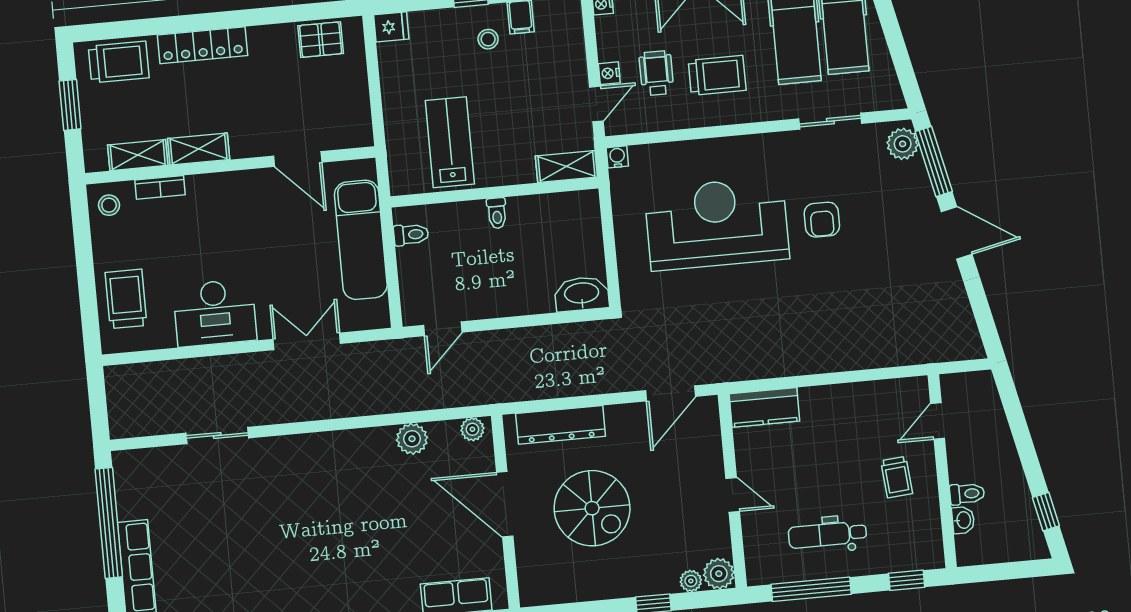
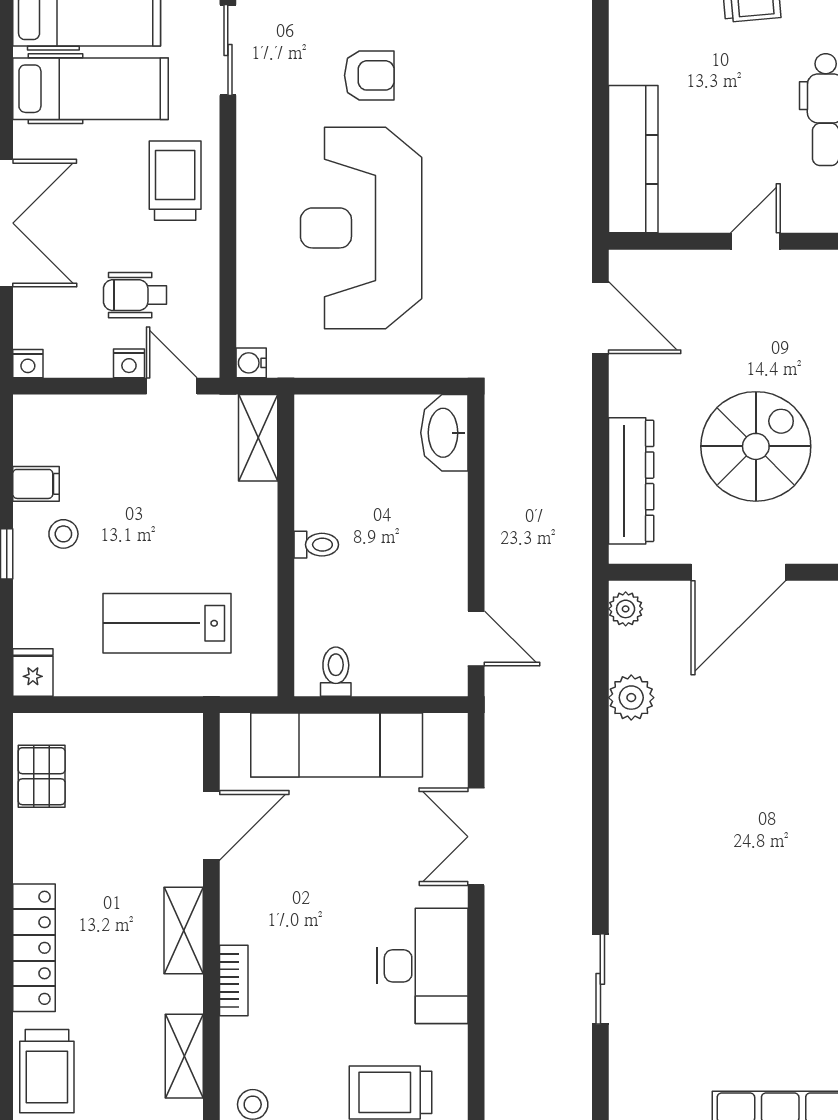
trolley: (119, 62) -> (47, 1071), turned 180
trolley: (717, 75) -> (175, 181), moved
lab bench: (450, 142) -> (167, 623), moved
shelving: (199, 149) -> (184, 930), moved
bookcase: (160, 187) -> (234, 980), moved
kitchen counter: (764, 407) -> (633, 159), width x1.50

